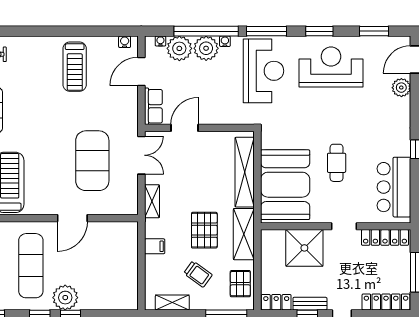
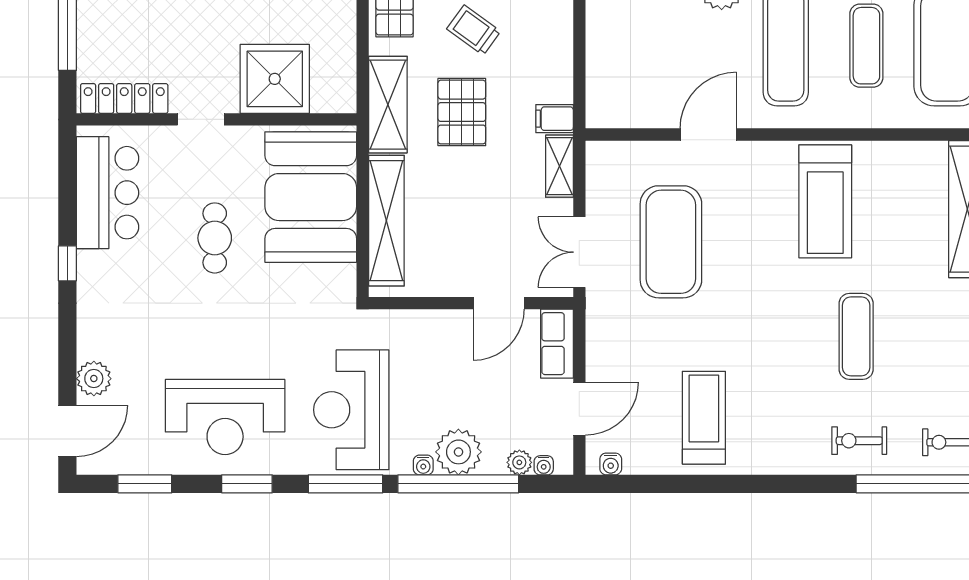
plant: (179, 48) -> (519, 462), width x0.53, depth x0.53
filing cabinet: (155, 246) -> (555, 119), moved

